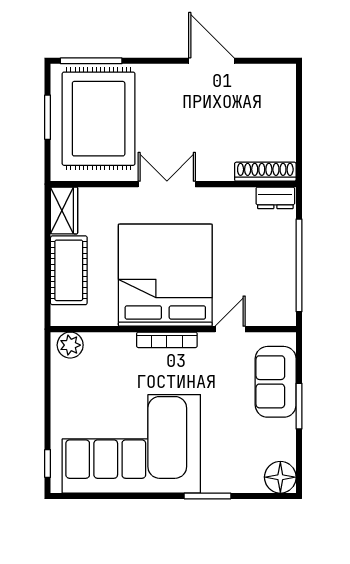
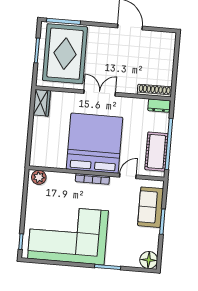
cot: (69, 270) -> (156, 152), moved

